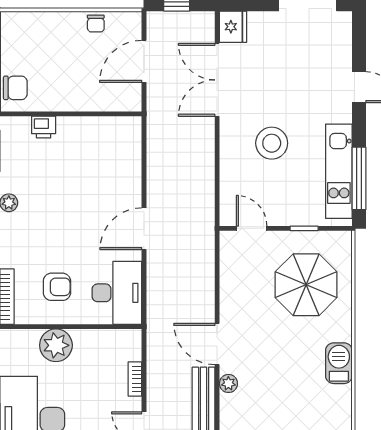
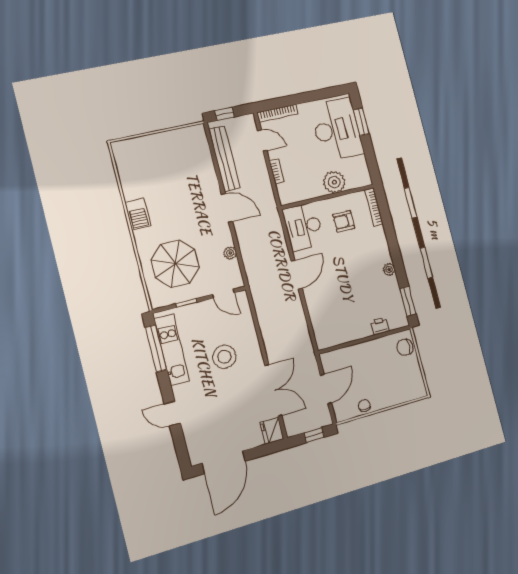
plant: (228, 383) -> (230, 253), moved

